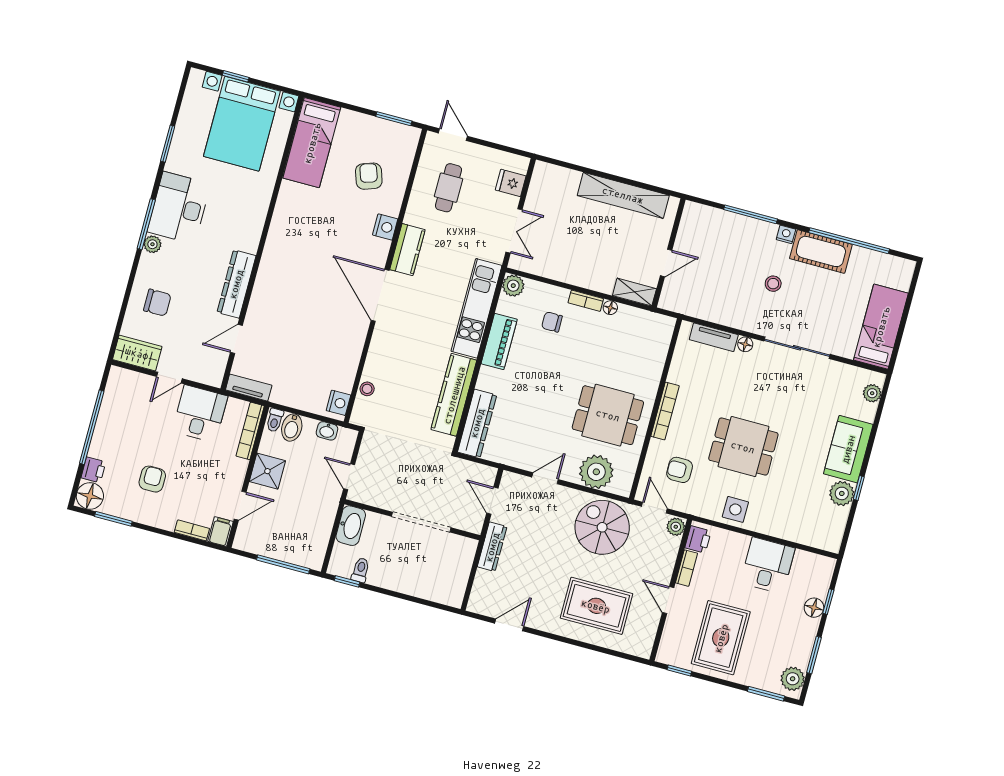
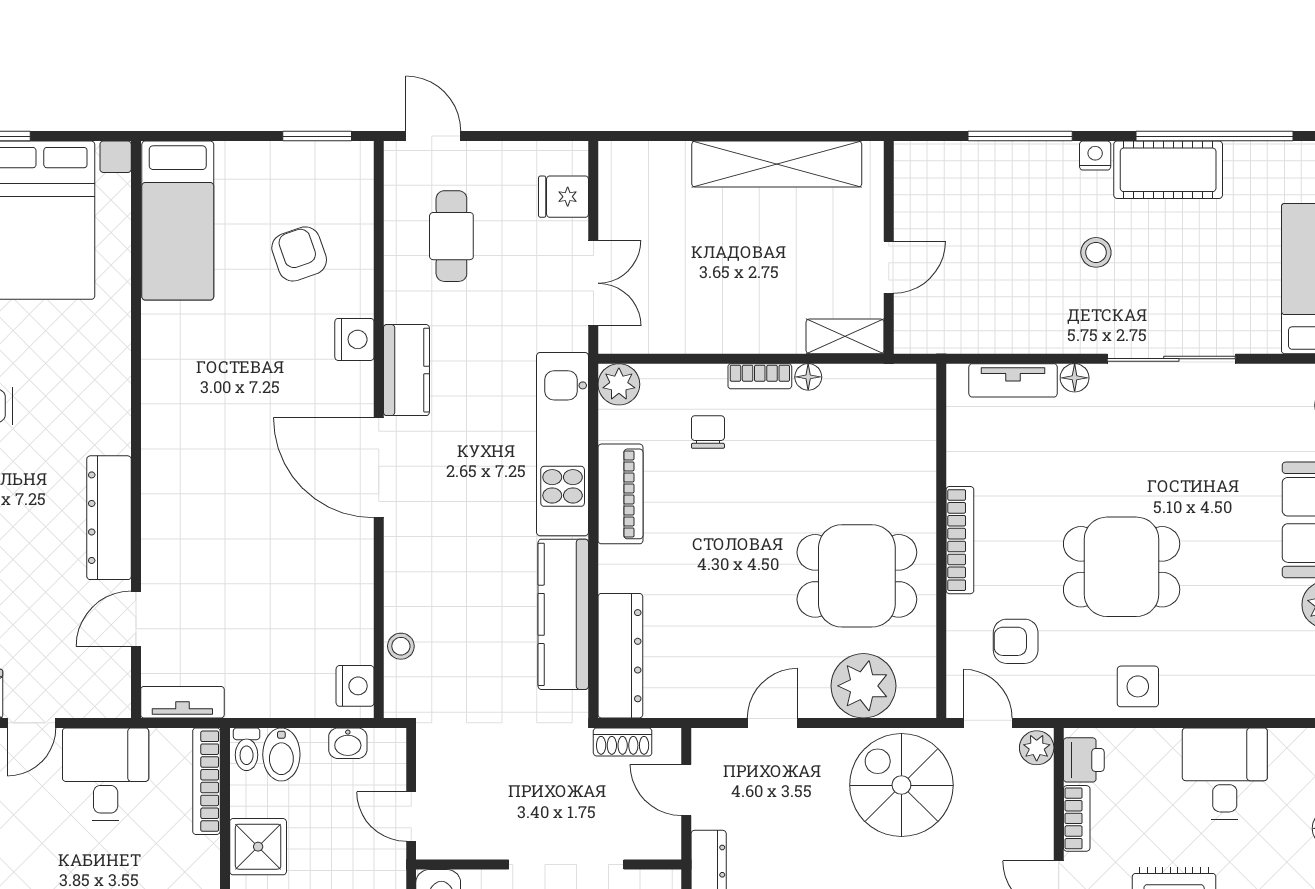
chair: (552, 322) -> (708, 432), turned 90
shoe rack: (466, 468) -> (623, 742), added

